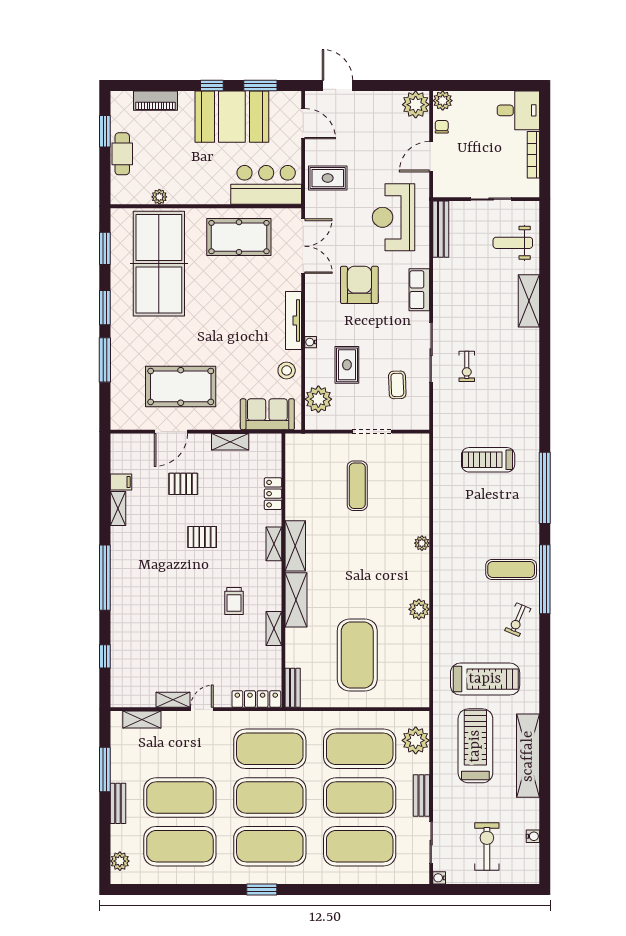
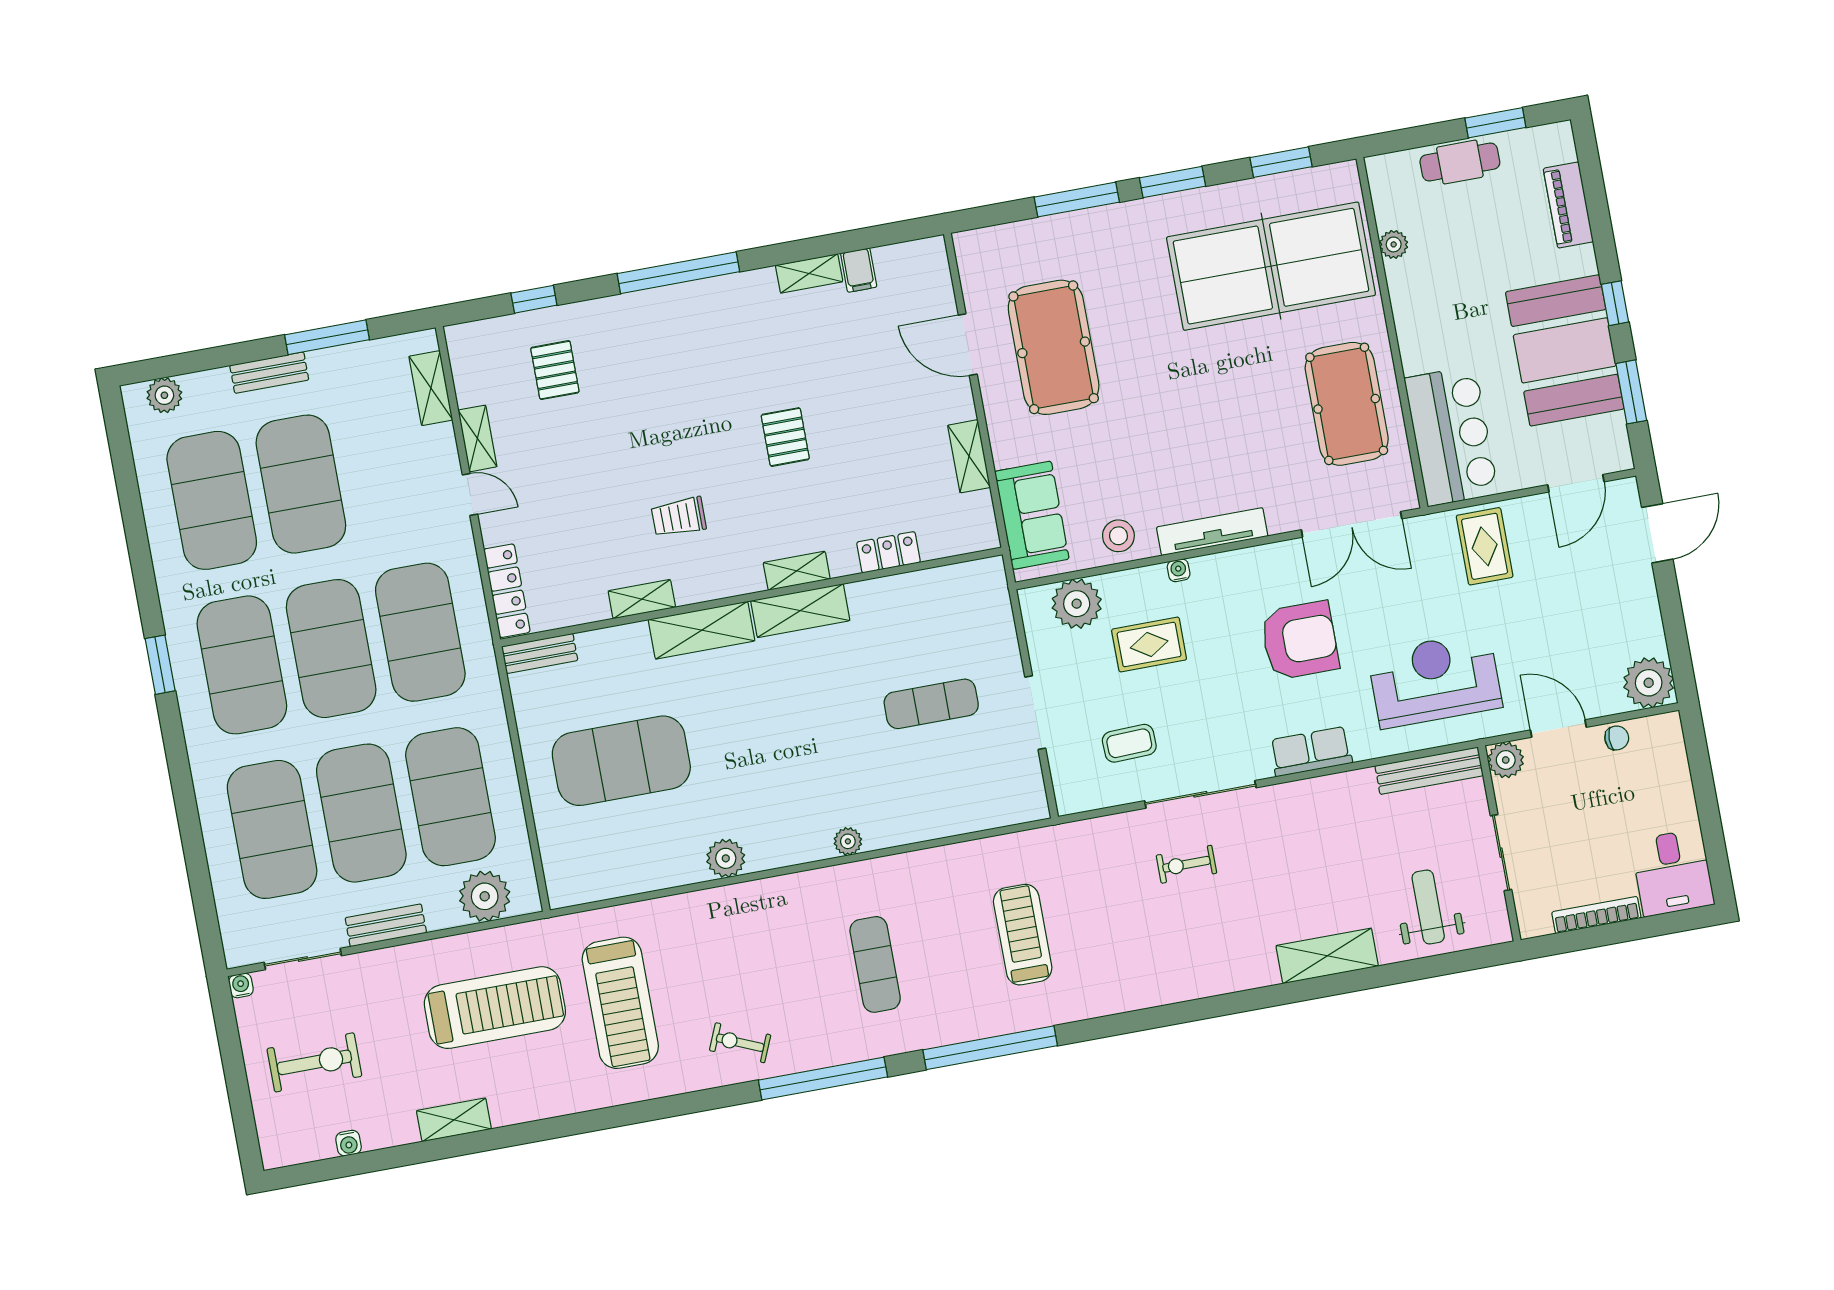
plant: (443, 101) -> (1506, 760), moved
pallet: (183, 484) -> (555, 370), moved
exercise mat: (511, 569) -> (875, 964), moved
shelving: (528, 756) -> (454, 1120), width x0.45, depth x0.75

